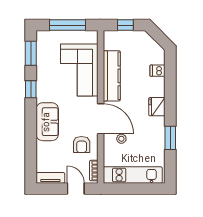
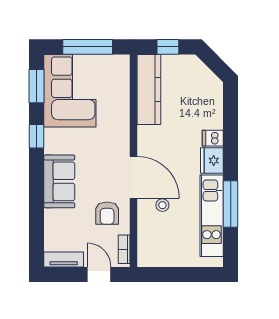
corner sofa: (79, 70) -> (70, 91), moved, turned 180
dishwasher: (158, 71) -> (213, 138), moved
kitchen counter: (112, 76) -> (149, 89), moved
window: (170, 138) -> (231, 204), width x1.44
kitchen unit: (133, 175) -> (212, 216), moved, turned -90

